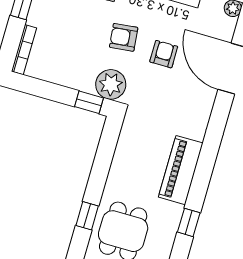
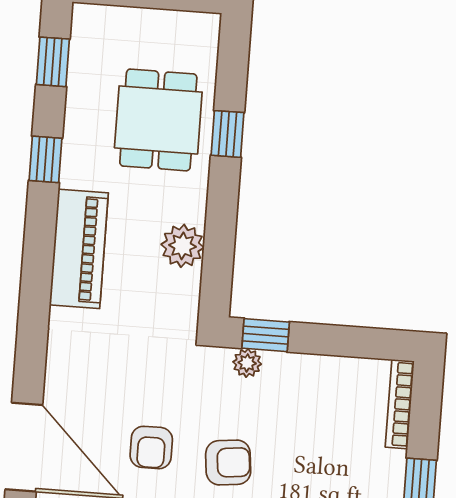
plant: (111, 84) -> (247, 363), width x0.53, depth x0.53
plant: (124, 160) -> (183, 246), added

